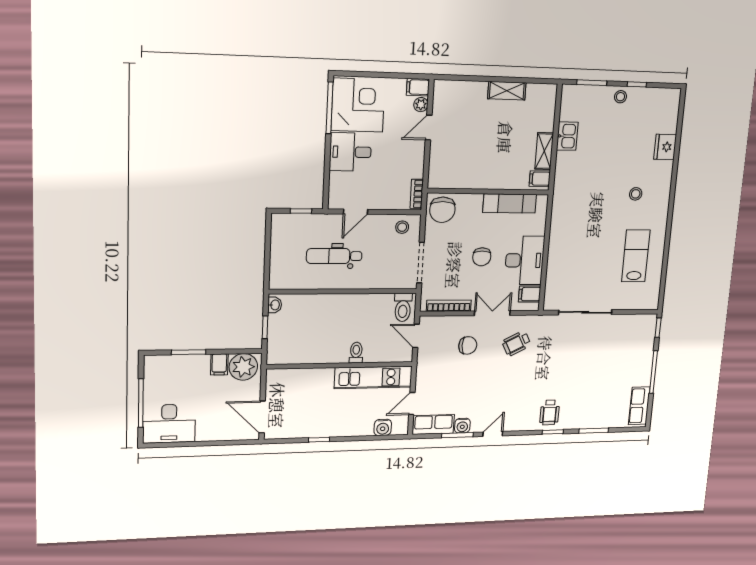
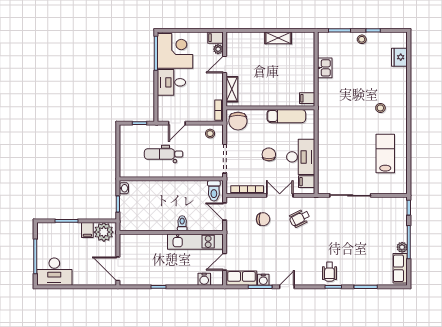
fridge: (665, 147) -> (399, 57), moved
shelving: (544, 151) -> (232, 89), moved
chair: (482, 257) -> (269, 154), turned 180
plant: (644, 379) -> (402, 247), added

